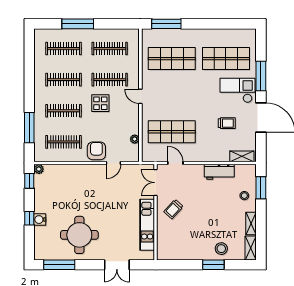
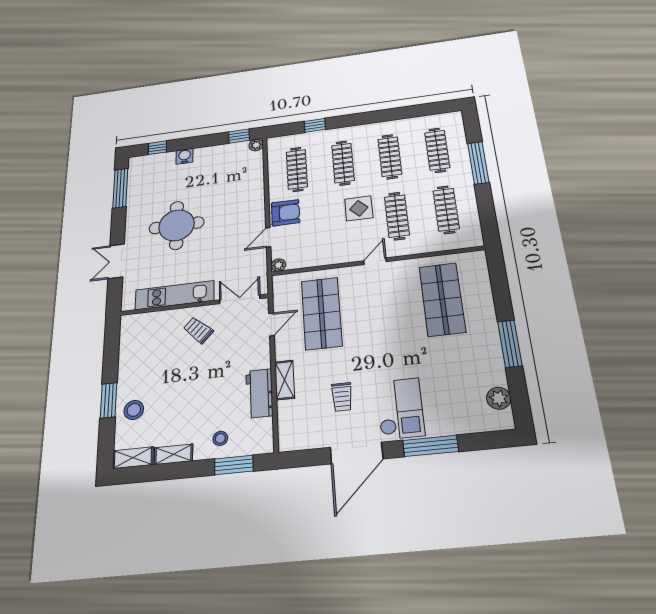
window: (166, 24) -> (510, 344), moved
plant: (237, 35) -> (499, 398), added
shop shelf: (226, 59) -> (454, 384), removed
window: (29, 128) -> (315, 125), width x0.46
plant: (135, 139) -> (278, 265), moved
shelving: (242, 156) -> (285, 380), moved
door: (113, 163) -> (268, 237), hinge flipped
window: (29, 218) -> (157, 148), moved
round table: (79, 235) -> (177, 225), moved

